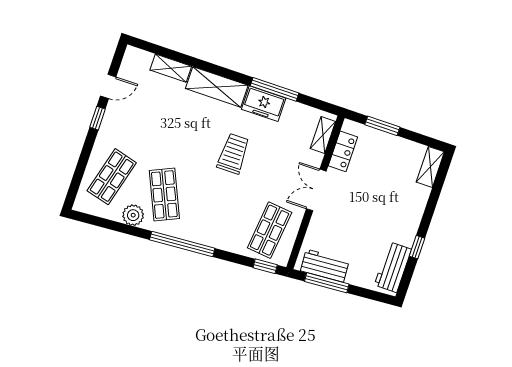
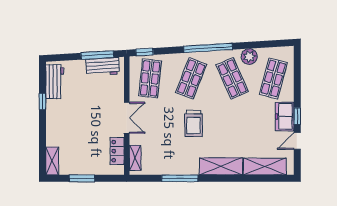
shelving: (171, 68) -> (265, 167), width x1.50, depth x1.33
freezer: (264, 104) -> (285, 116), moved, turned -90
window: (382, 126) -> (82, 178), moved
shop shelf: (217, 212) -> (191, 78), added

